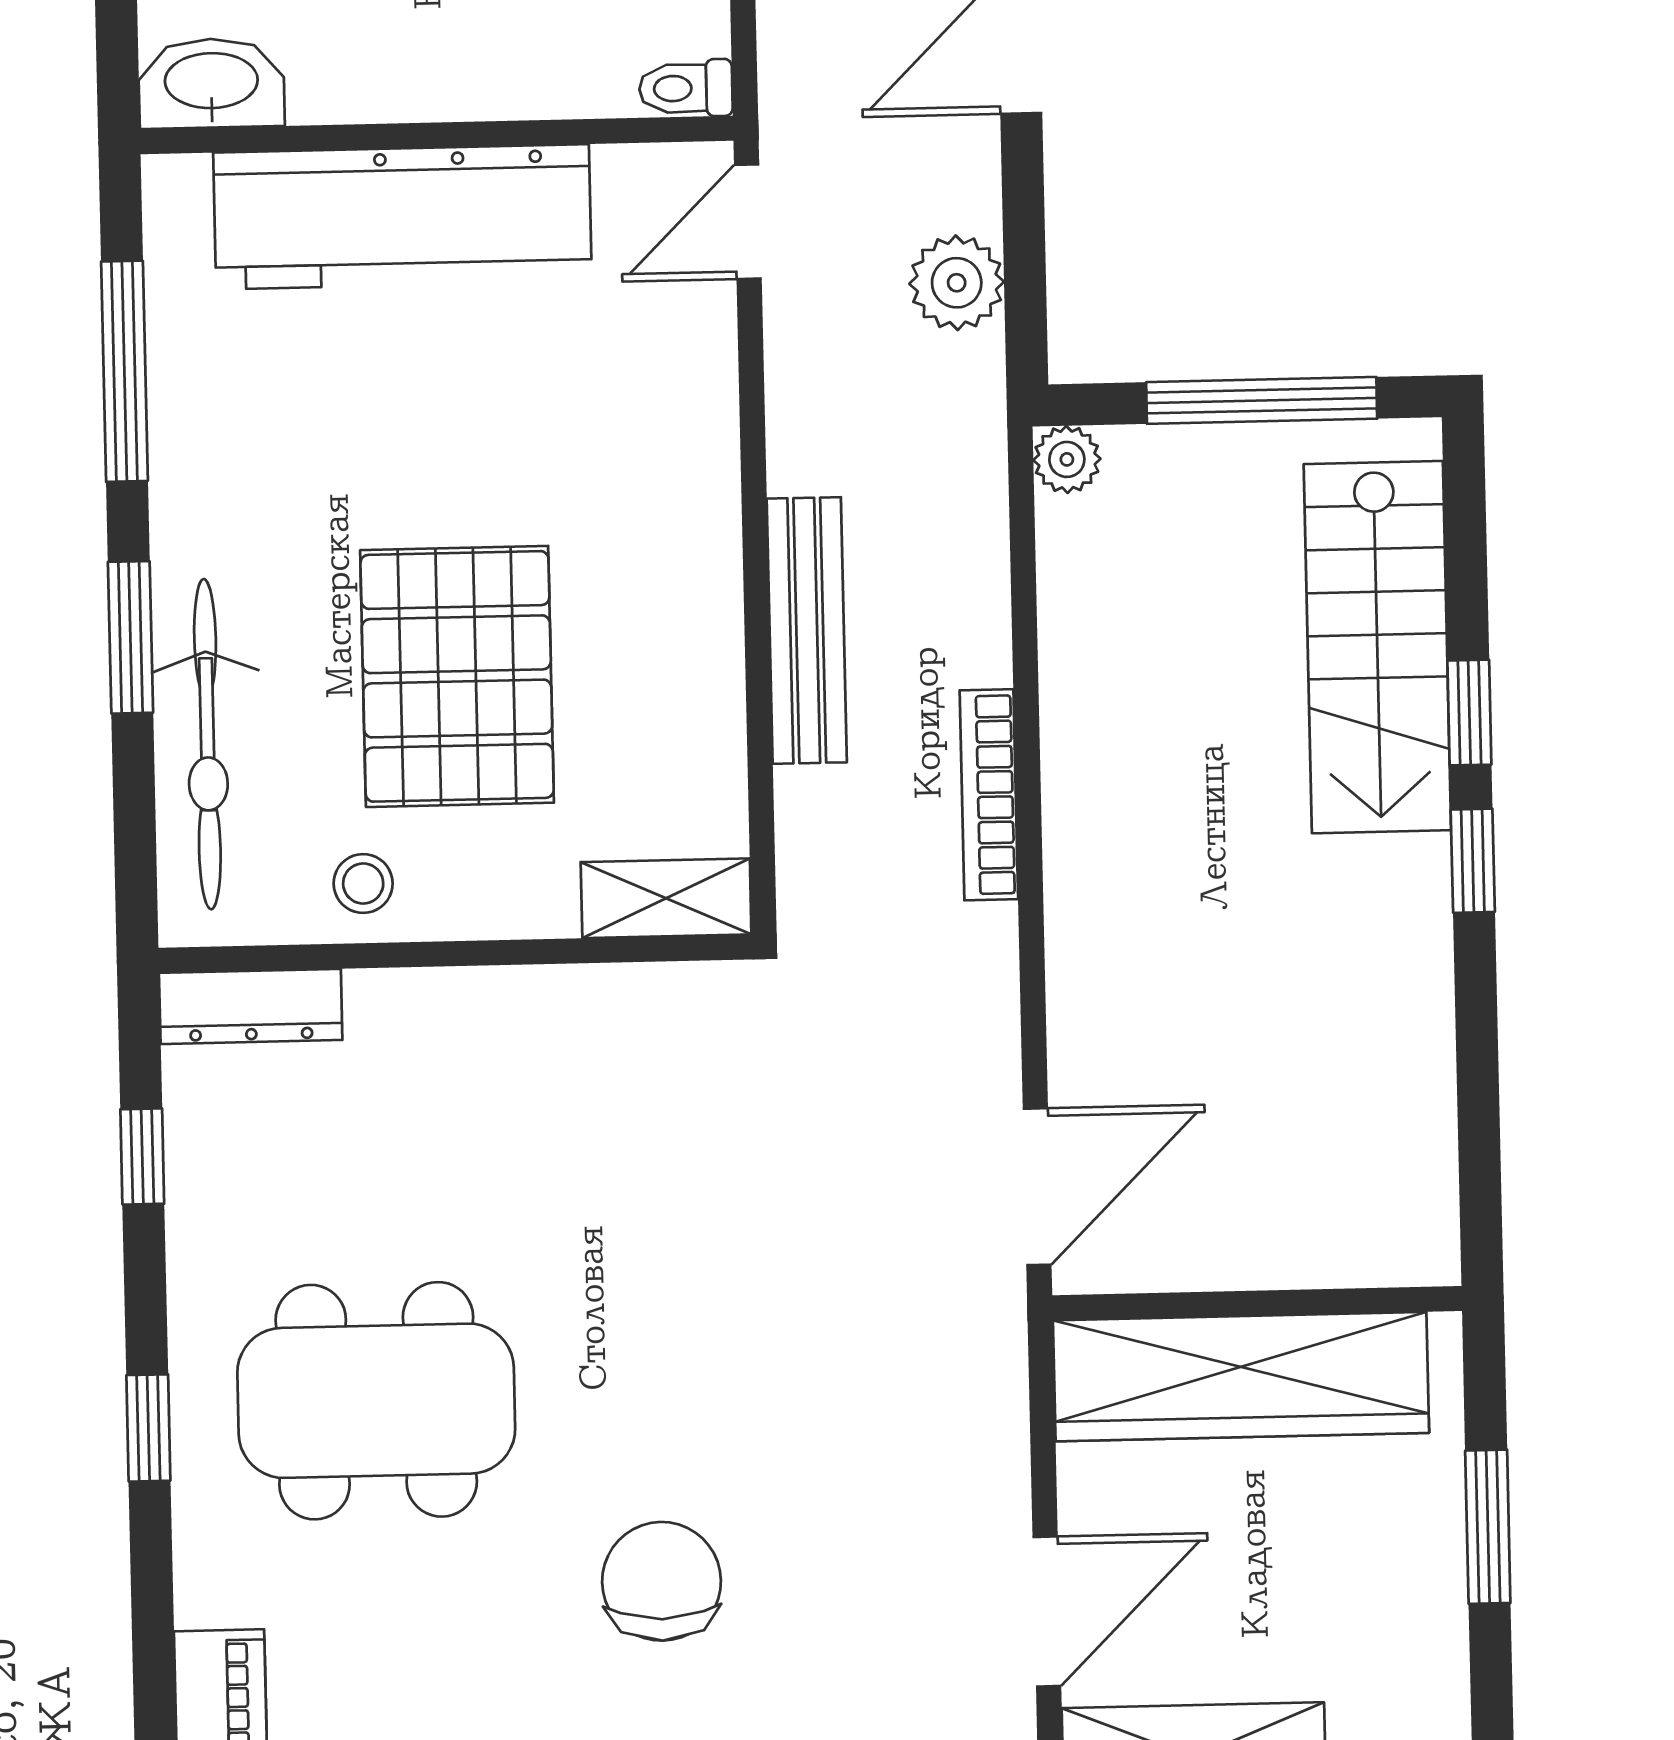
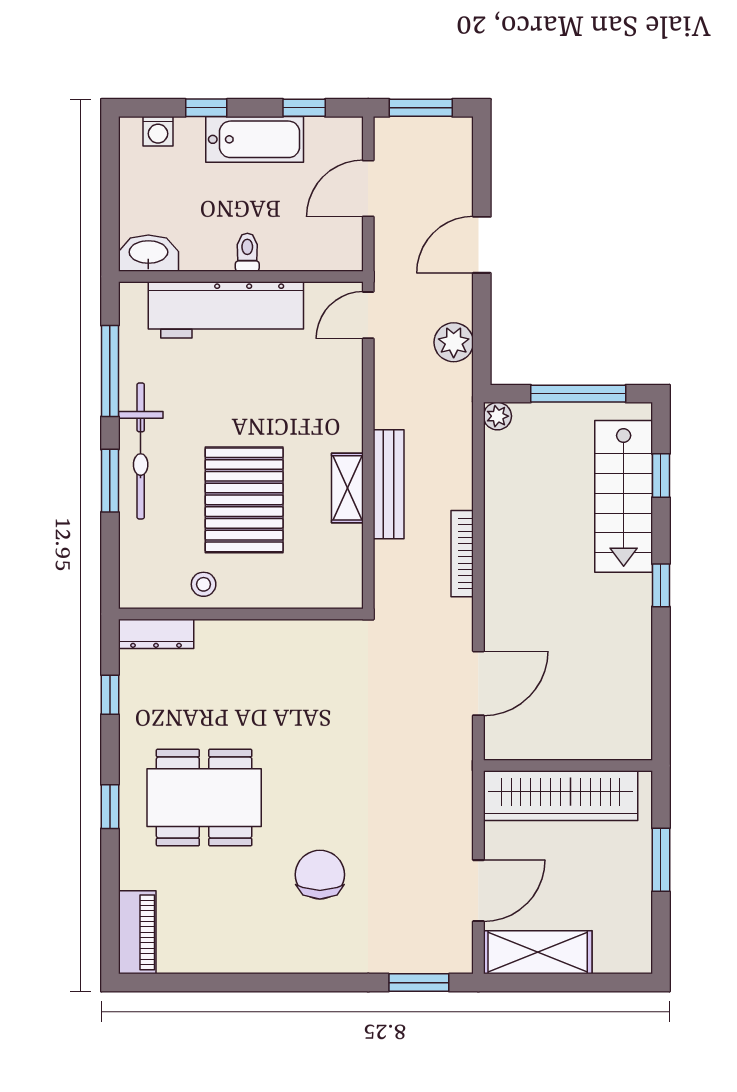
toilet: (686, 88) -> (247, 252), moved, turned 90
window: (1469, 713) -> (661, 476), moved
bicycle: (207, 744) -> (141, 451), moved
shelving: (666, 898) -> (347, 488), moved, turned 90
door: (1037, 1187) -> (478, 683), moved

